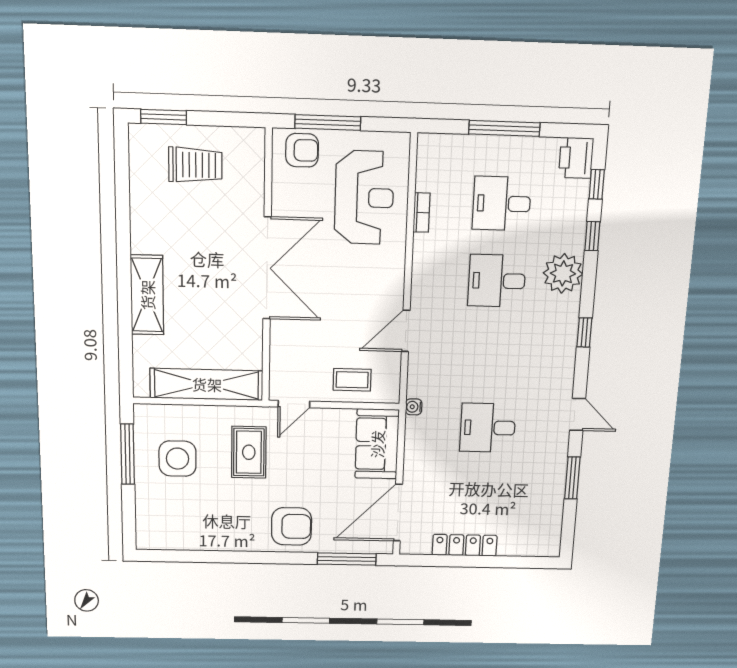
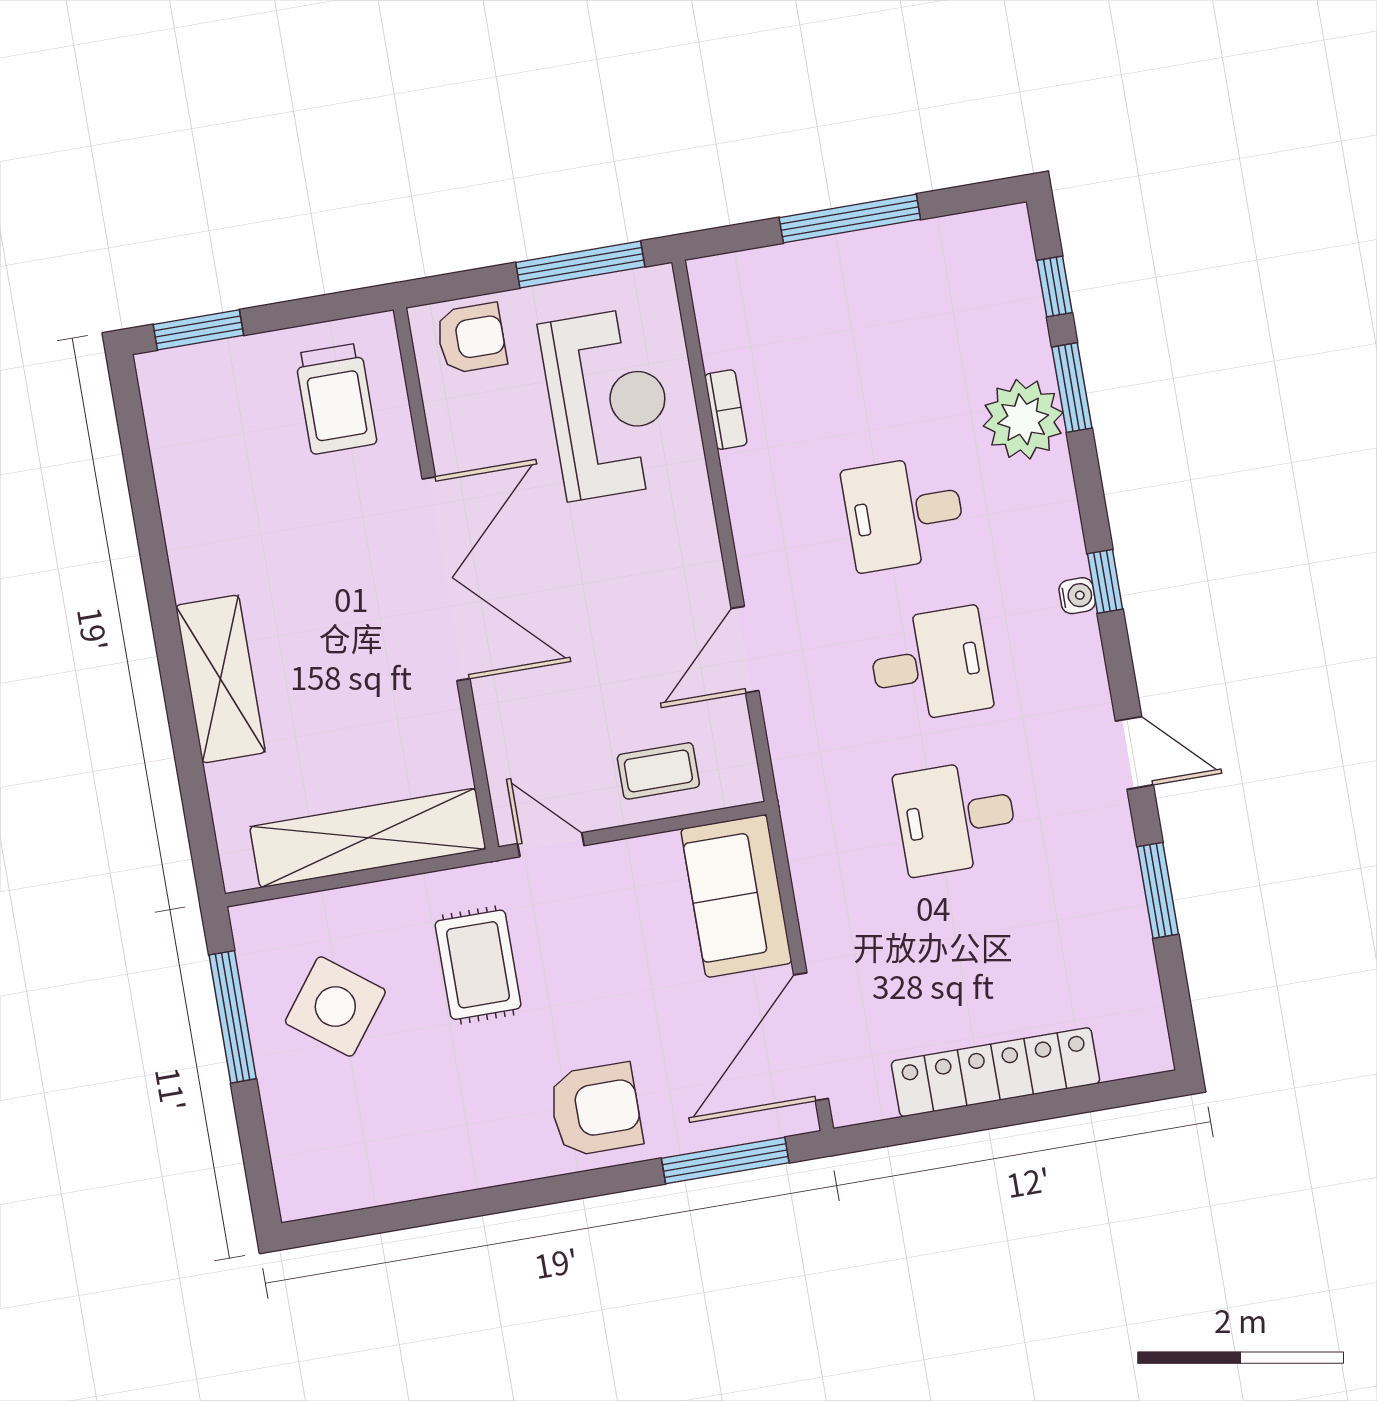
window: (328, 122) -> (580, 265), moved
printer: (576, 158) -> (1002, 245), removed
trolley: (195, 165) -> (336, 399), moved, turned 90
desk: (502, 204) -> (930, 665), moved, turned 180
window: (592, 236) -> (1072, 388), width x1.50
plant: (563, 273) -> (1023, 419), moved
door: (294, 404) -> (551, 845), swing flipped
water cooler: (414, 407) -> (1077, 596), moved, turned 180
side table: (178, 459) -> (335, 1007), turned 37
locker: (465, 545) -> (996, 1072), width x1.41, depth x1.21

